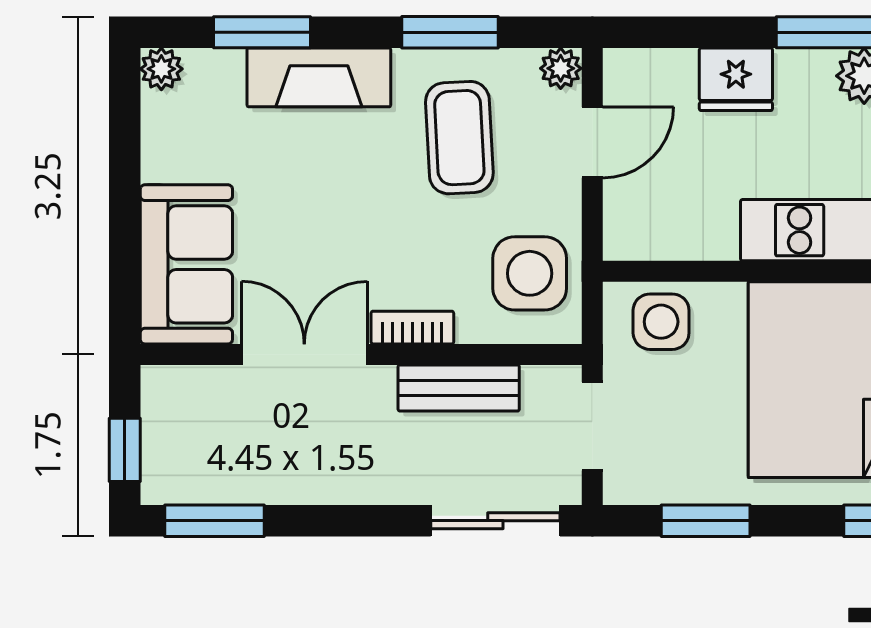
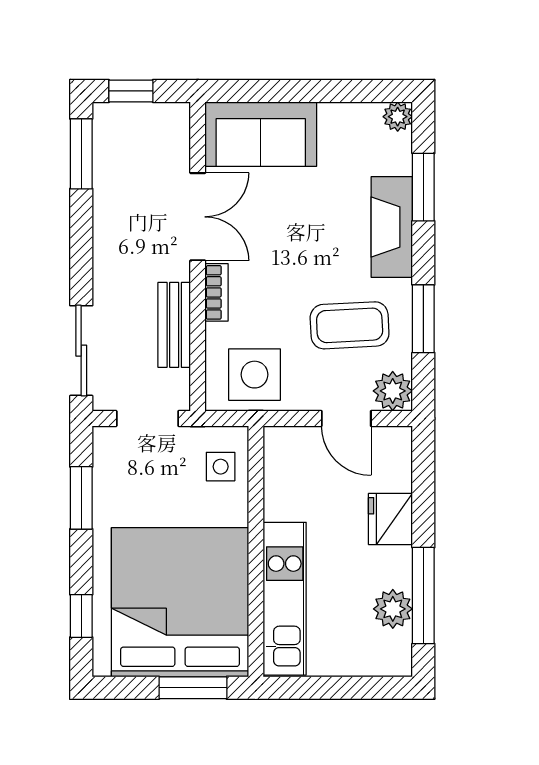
plant: (561, 68) -> (393, 391), width x1.38, depth x1.38
side table: (661, 322) -> (221, 467), width x0.73, depth x0.73

